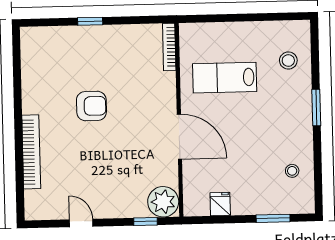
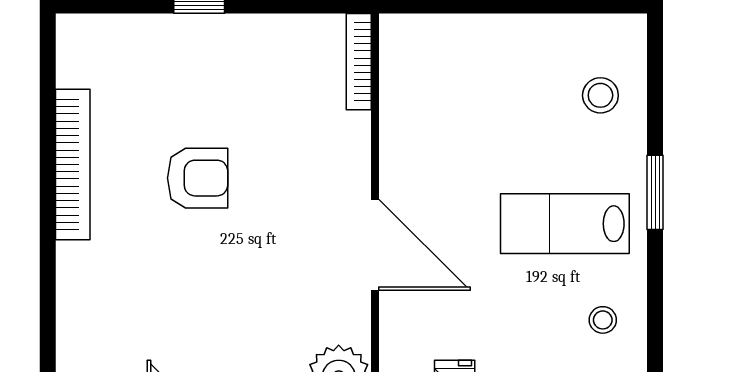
lab bench: (225, 78) -> (565, 224), moved
bookcase: (31, 152) -> (73, 164), moved

